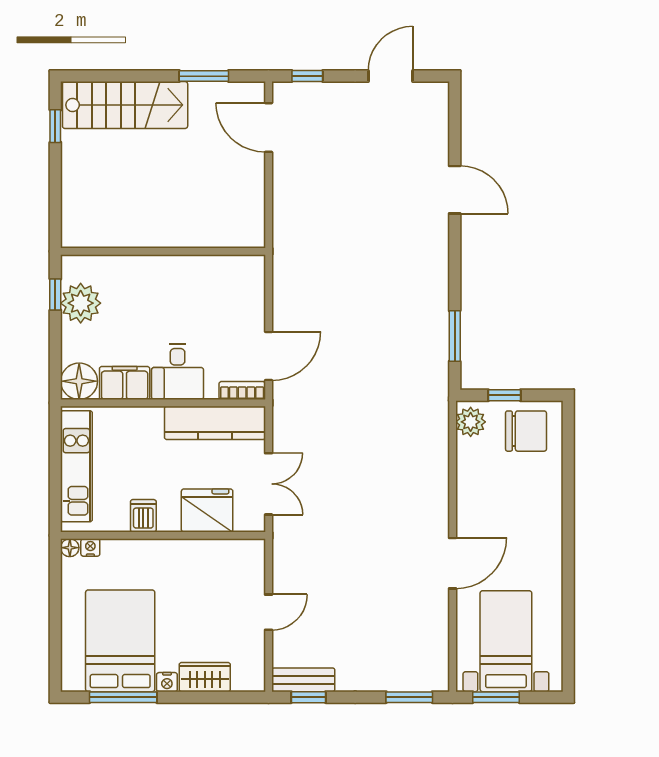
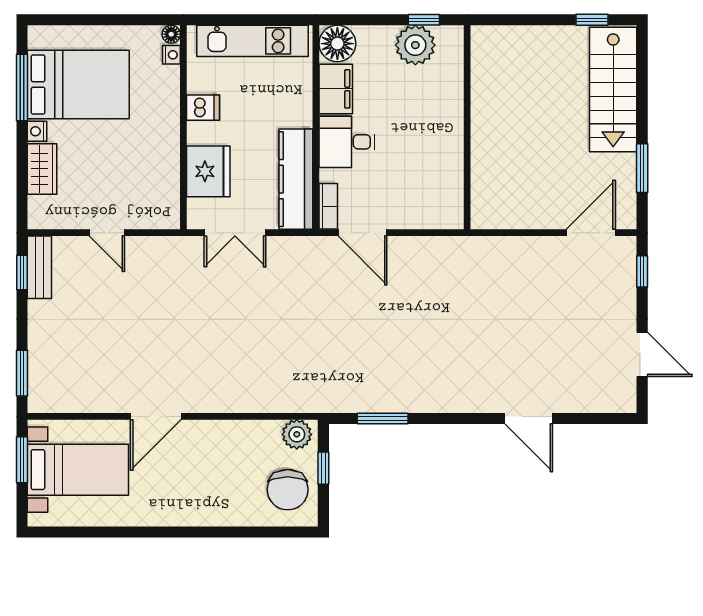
door: (455, 190) -> (529, 419), hinge flipped
door: (453, 563) -> (156, 416), hinge flipped

